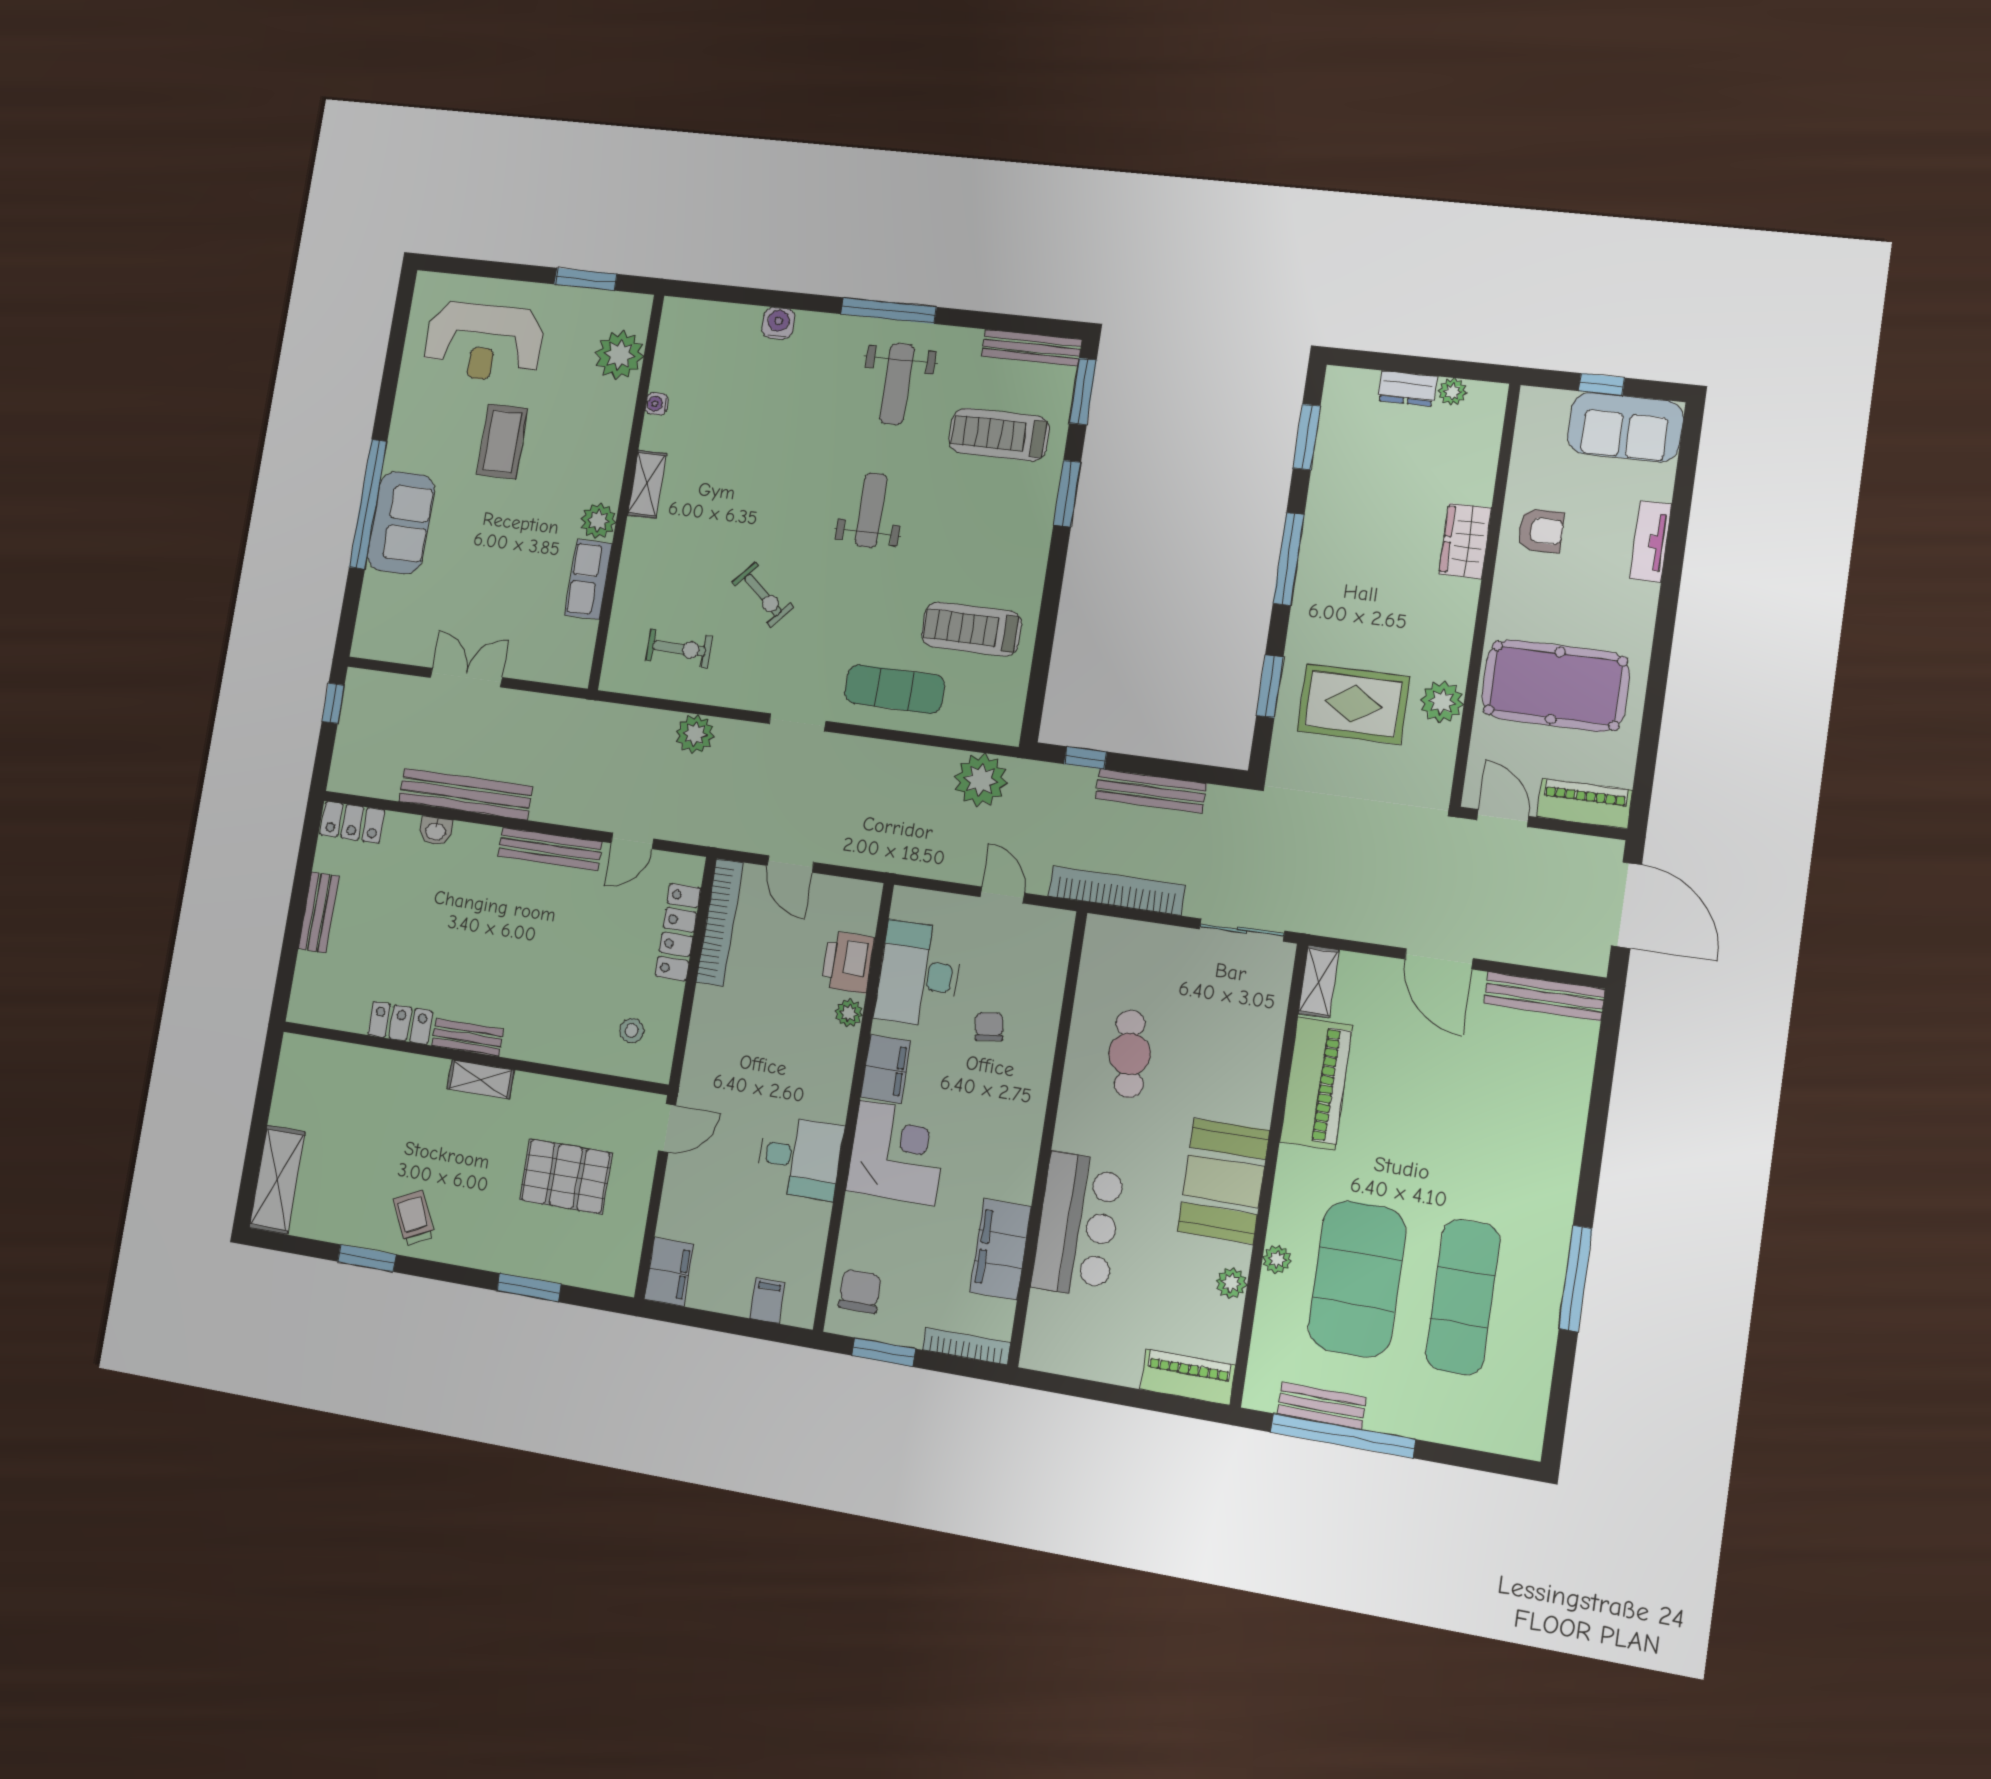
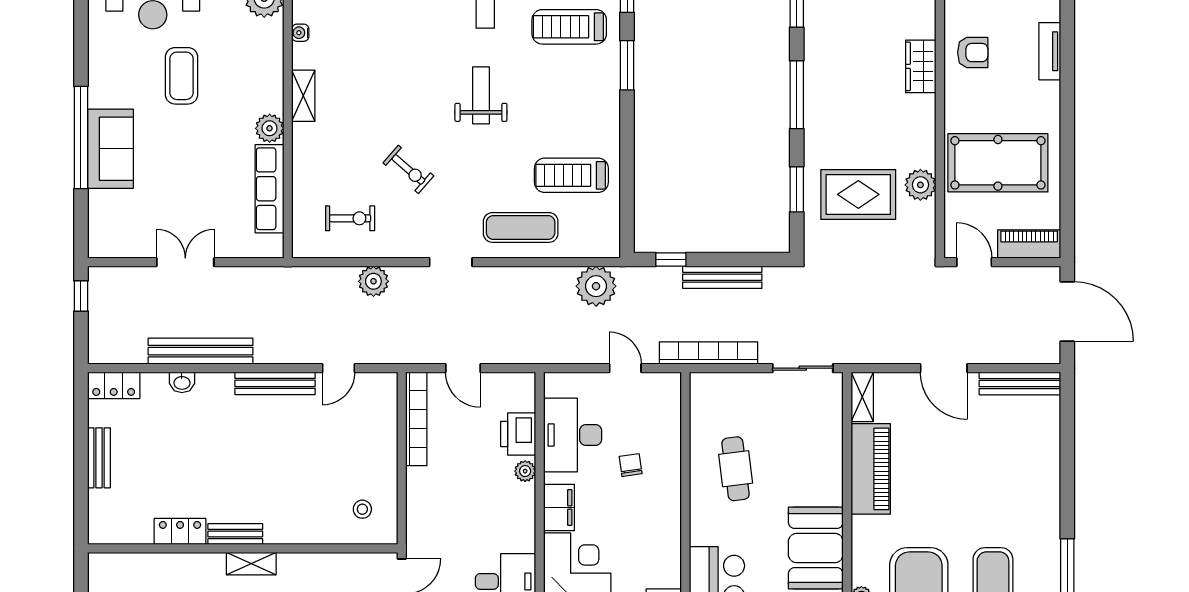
row of seats: (588, 579) -> (269, 189), width x1.48
locker: (678, 932) -> (386, 431), removed

